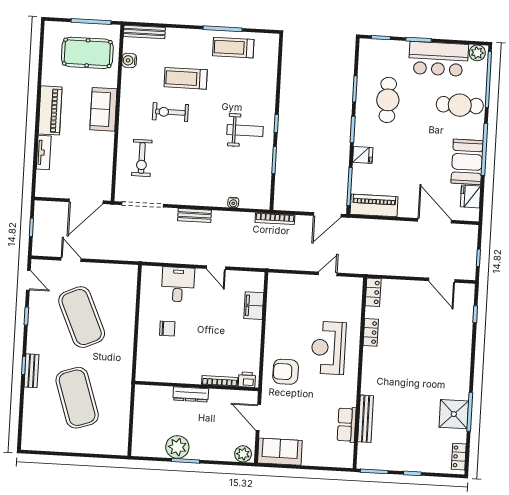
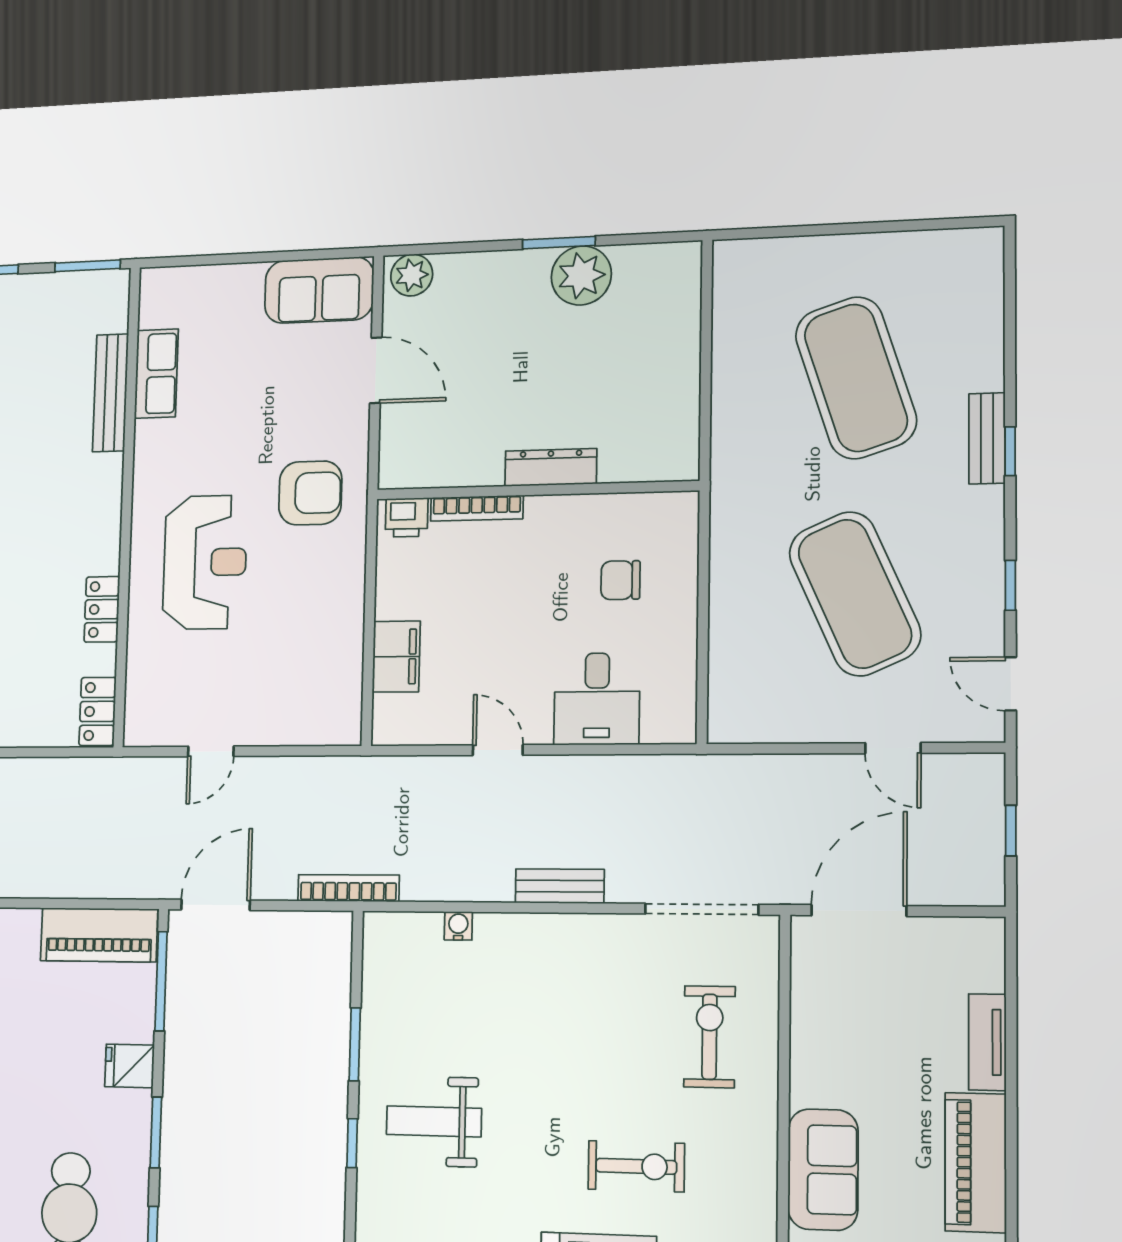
printer: (247, 380) -> (407, 517), moved
bookcase: (220, 381) -> (477, 508), moved
wall: (197, 386) -> (536, 490), moved
dresser: (191, 394) -> (551, 467), moved

